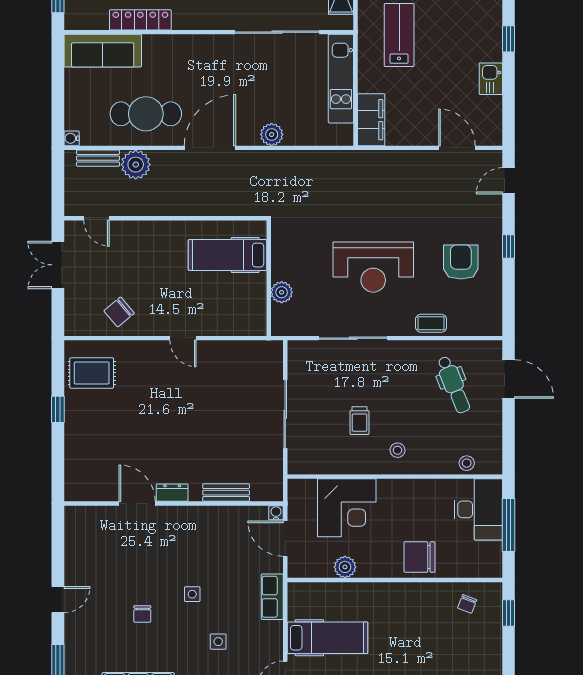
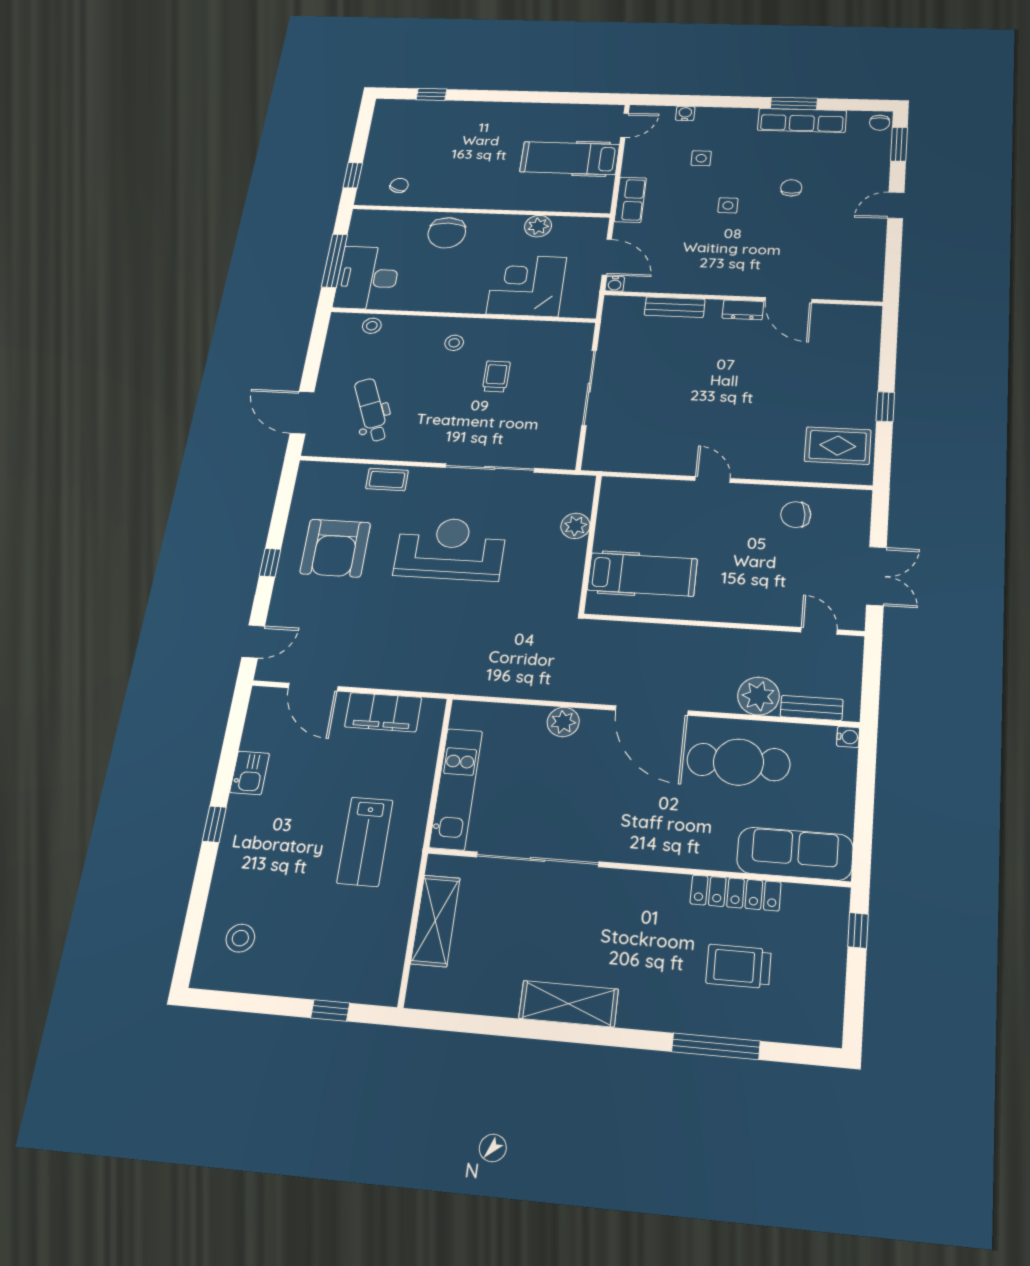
filing cabinet: (371, 120) -> (383, 712), moved, turned -90
door: (210, 148) -> (652, 711), hinge flipped
armchair: (461, 262) -> (335, 548), width x1.36, depth x1.36
chair: (119, 312) -> (796, 515), turned -144
chair: (420, 557) -> (447, 233), turned 90

